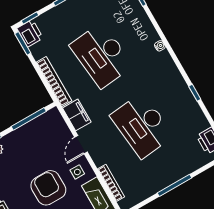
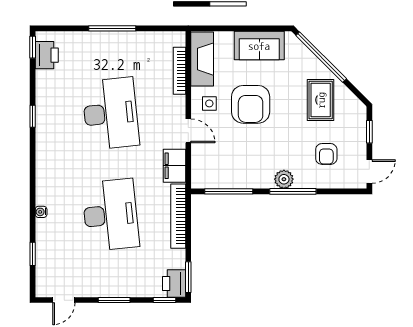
water cooler: (160, 46) -> (41, 212), moved
door: (81, 145) -> (188, 131), hinge flipped

